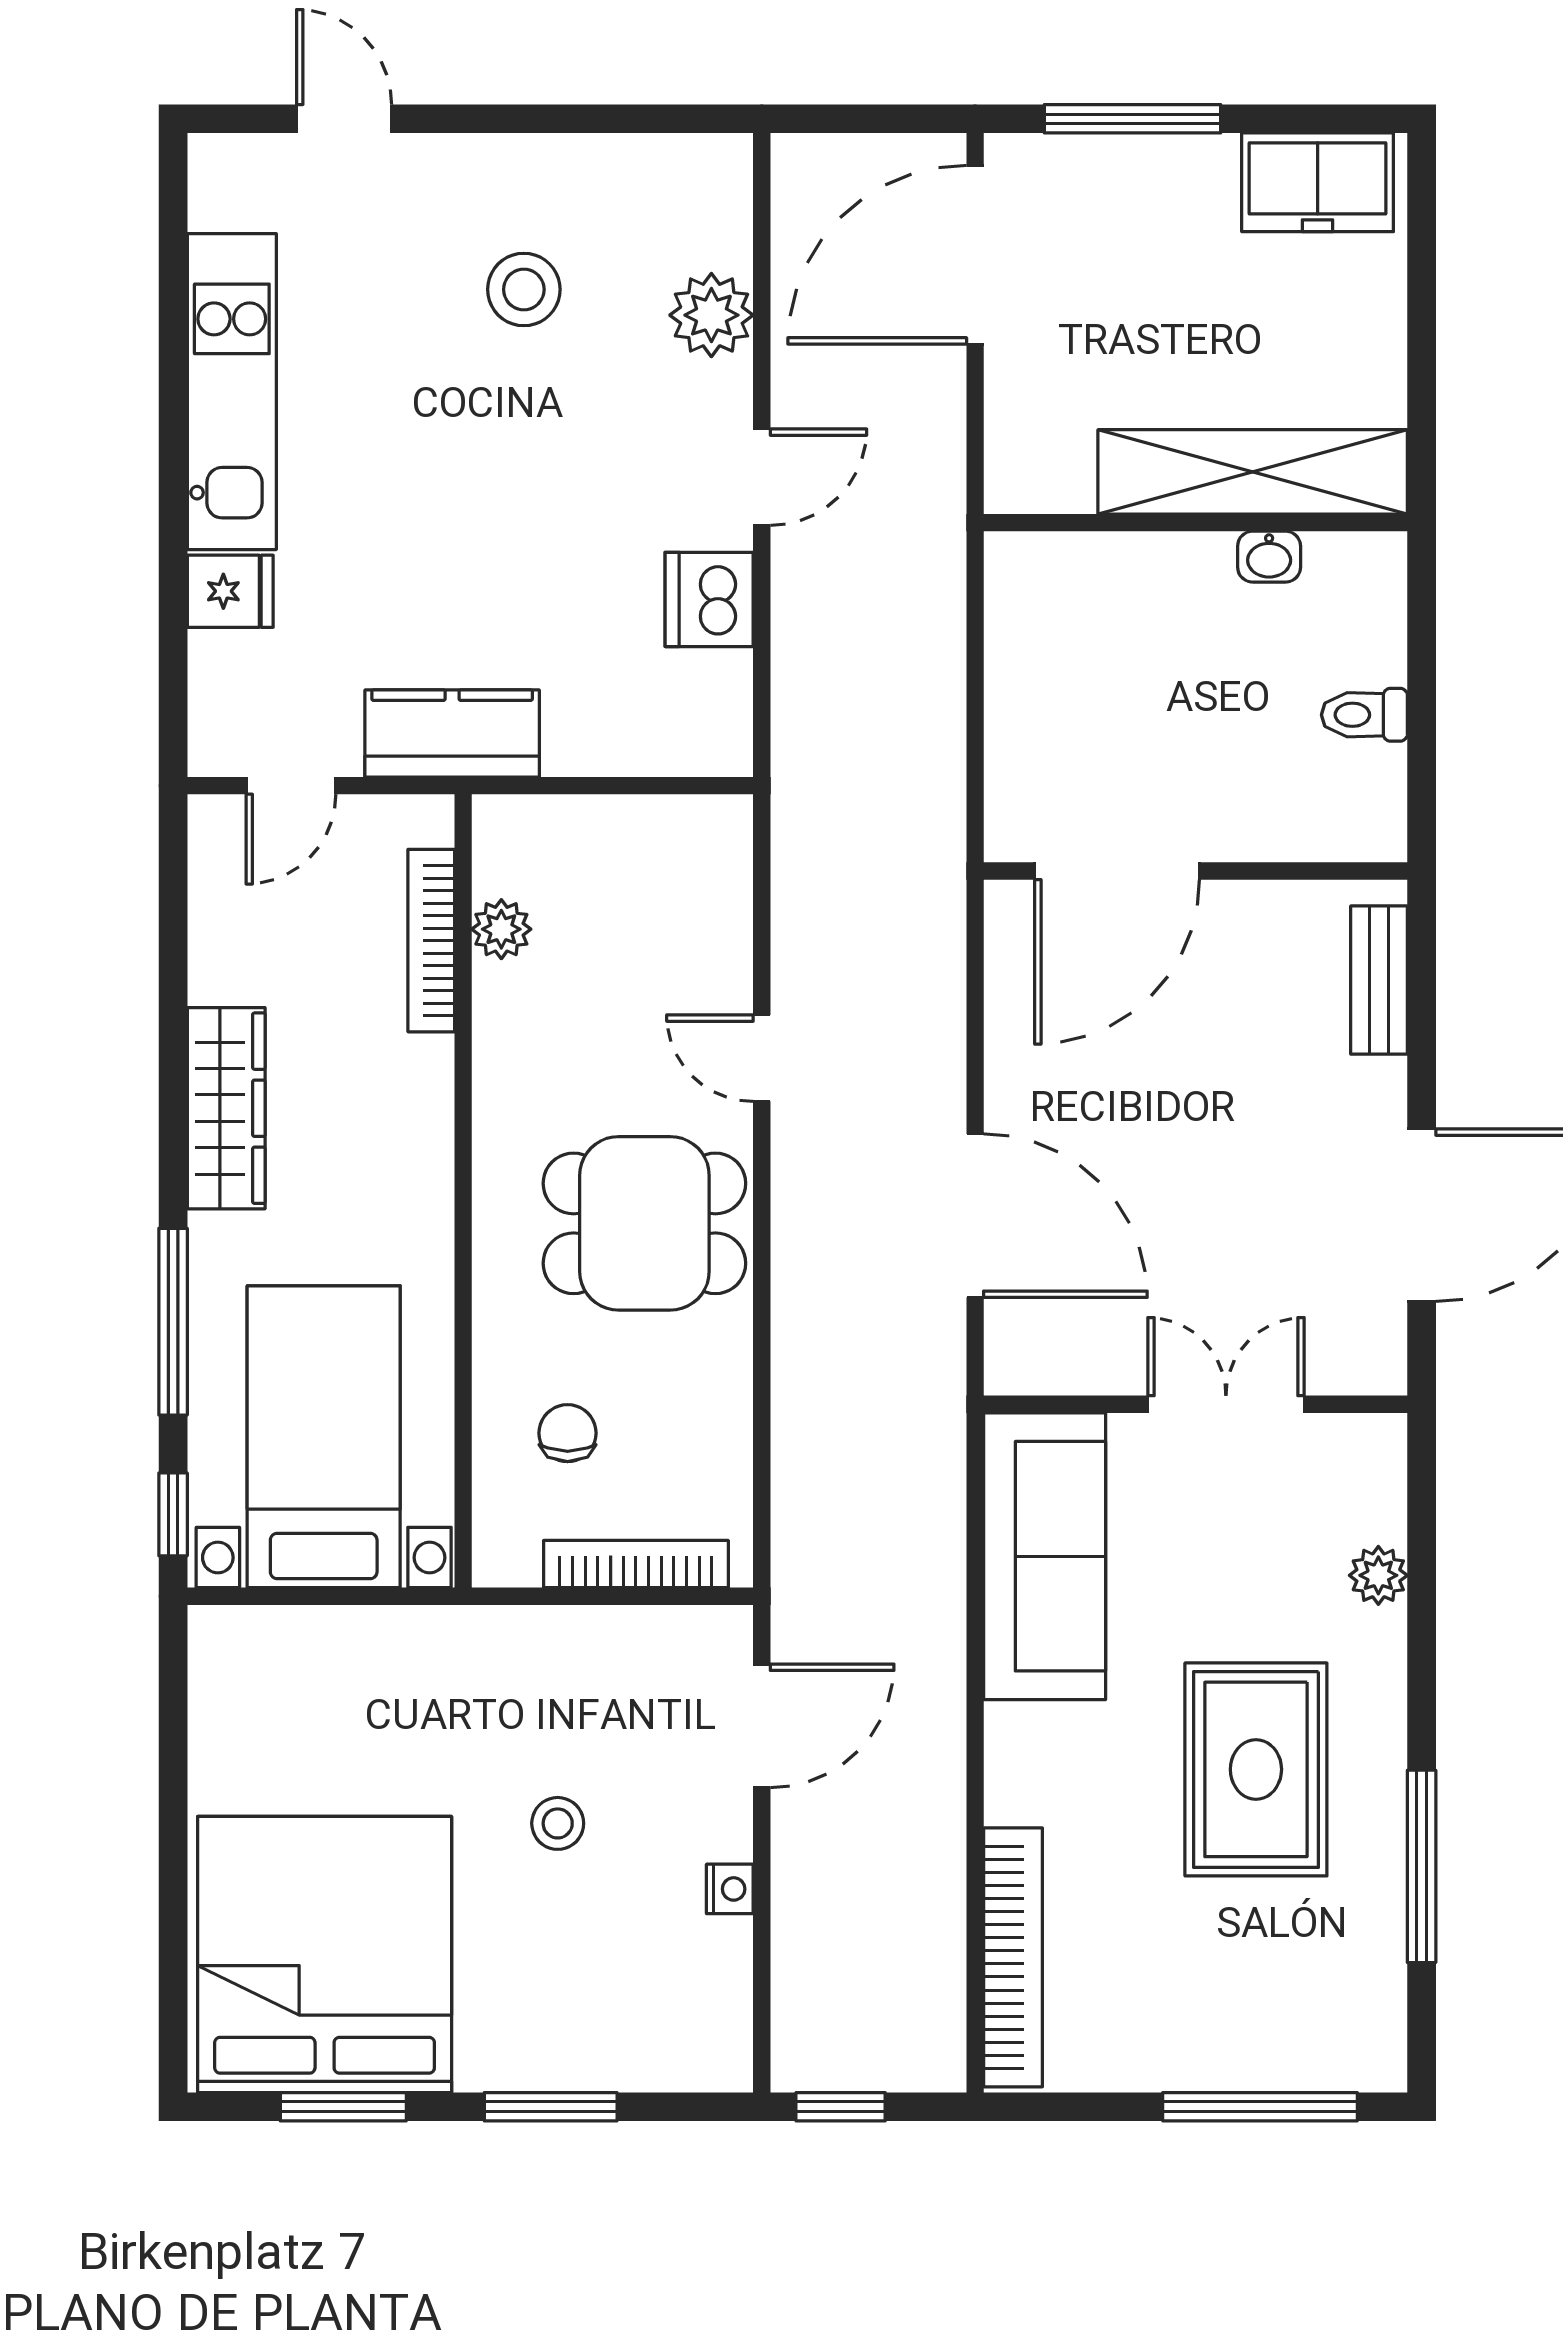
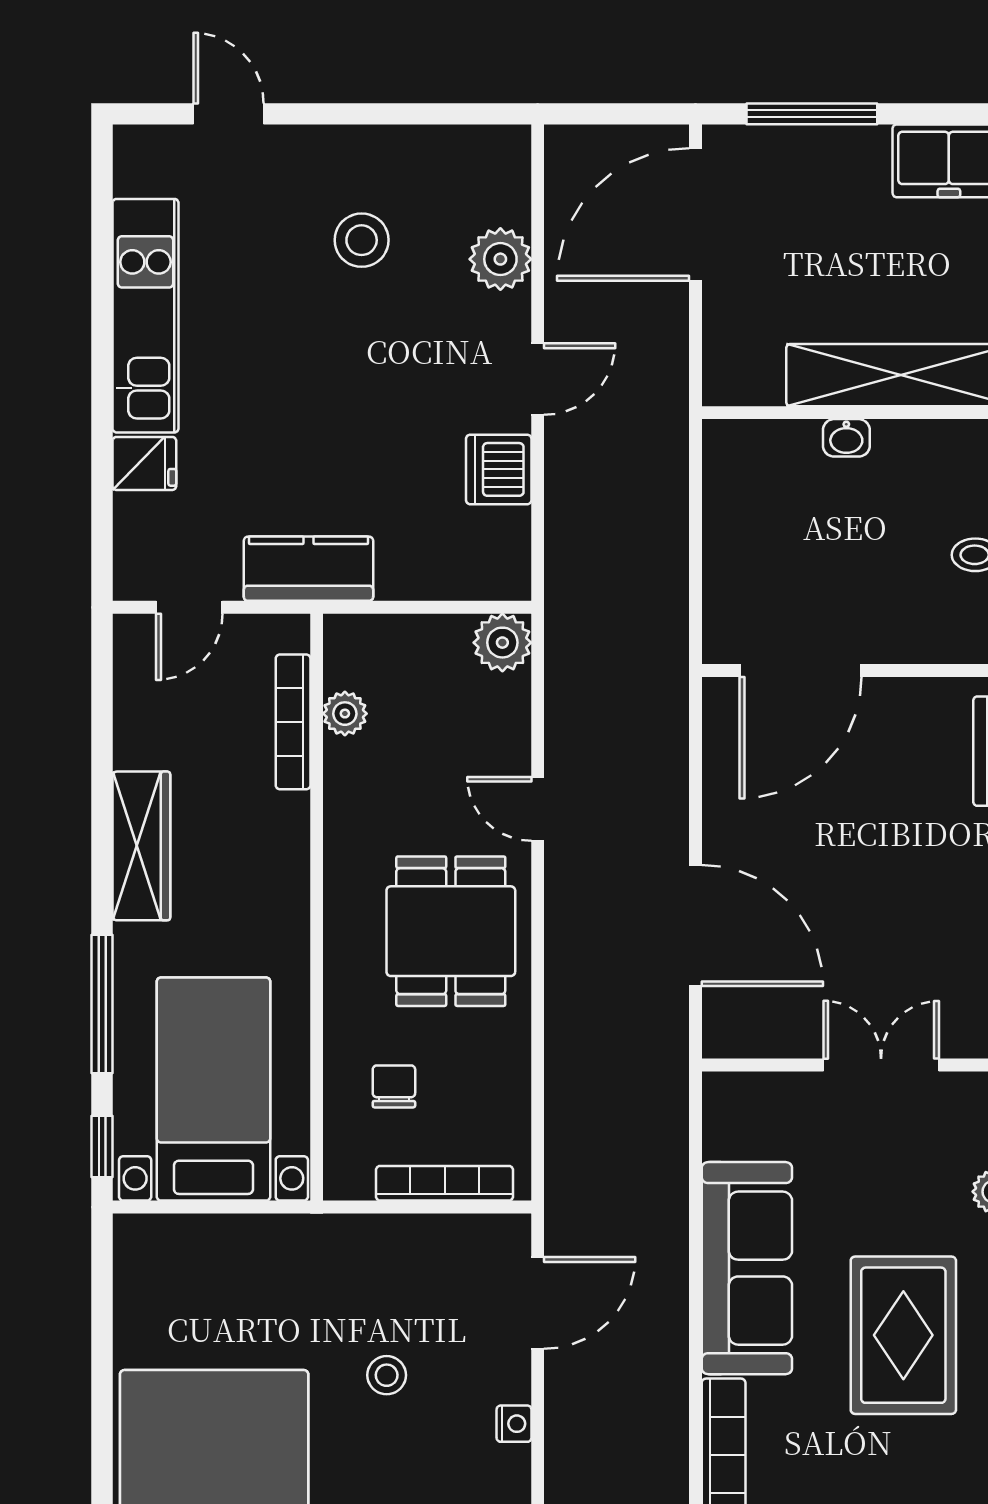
washbasin: (1269, 557) -> (846, 438), moved
plant: (714, 833) -> (502, 643), added
dining table: (644, 1223) -> (451, 931), turned 90
sofa: (1045, 1556) -> (747, 1268), moved

